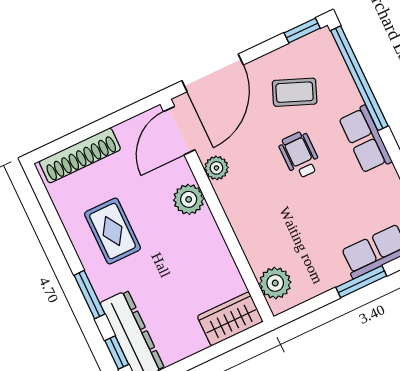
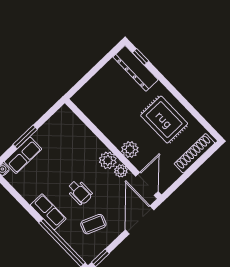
rug: (113, 231) -> (164, 120), width x1.36, depth x1.43
plant: (275, 283) -> (108, 160), moved
window: (89, 295) -> (165, 82), removed
wardrobe: (230, 319) -> (87, 94), removed

